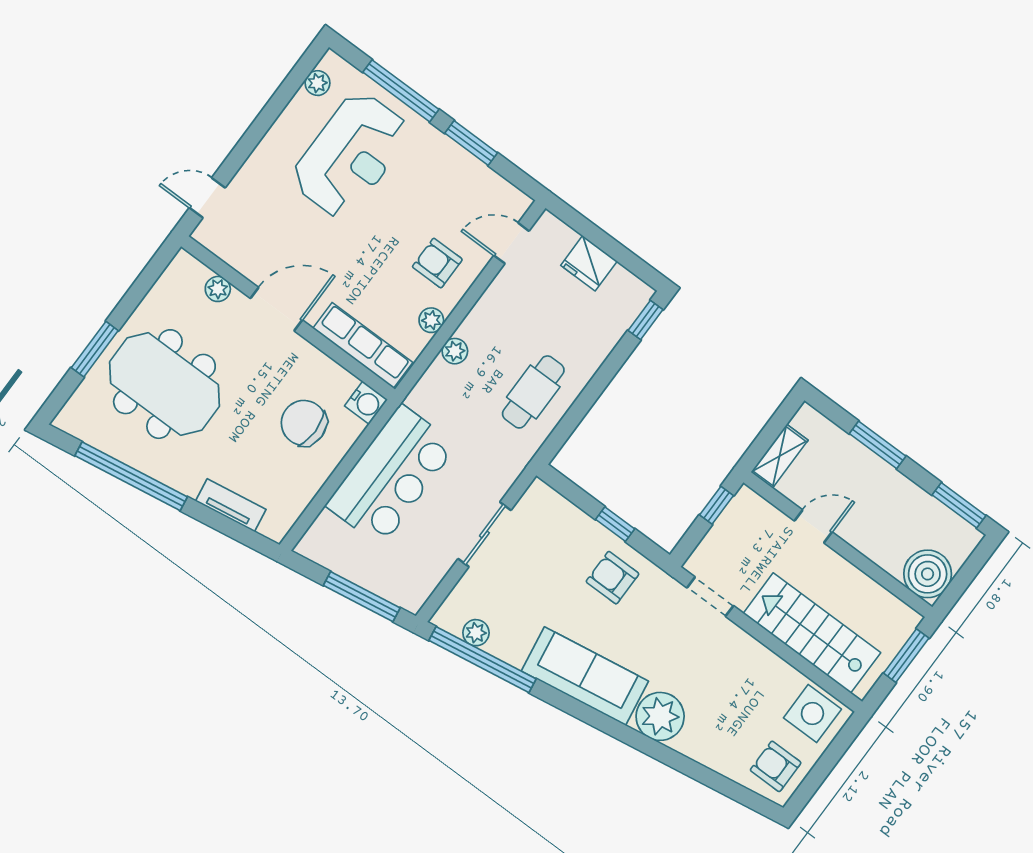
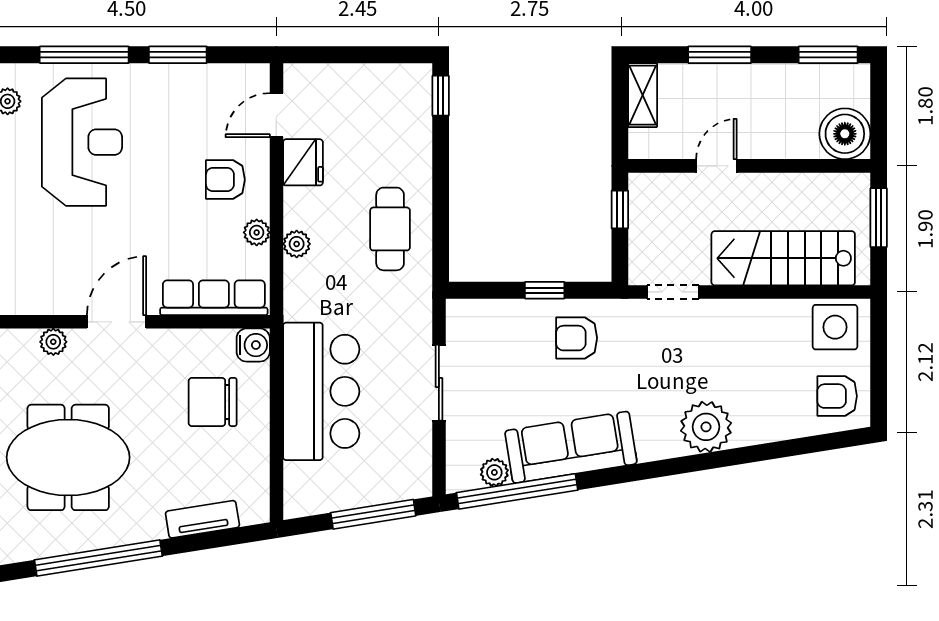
fridge: (589, 263) -> (303, 162), moved, turned -90
shelving: (779, 456) -> (643, 95), moved
sofa: (585, 676) -> (571, 447), moved

